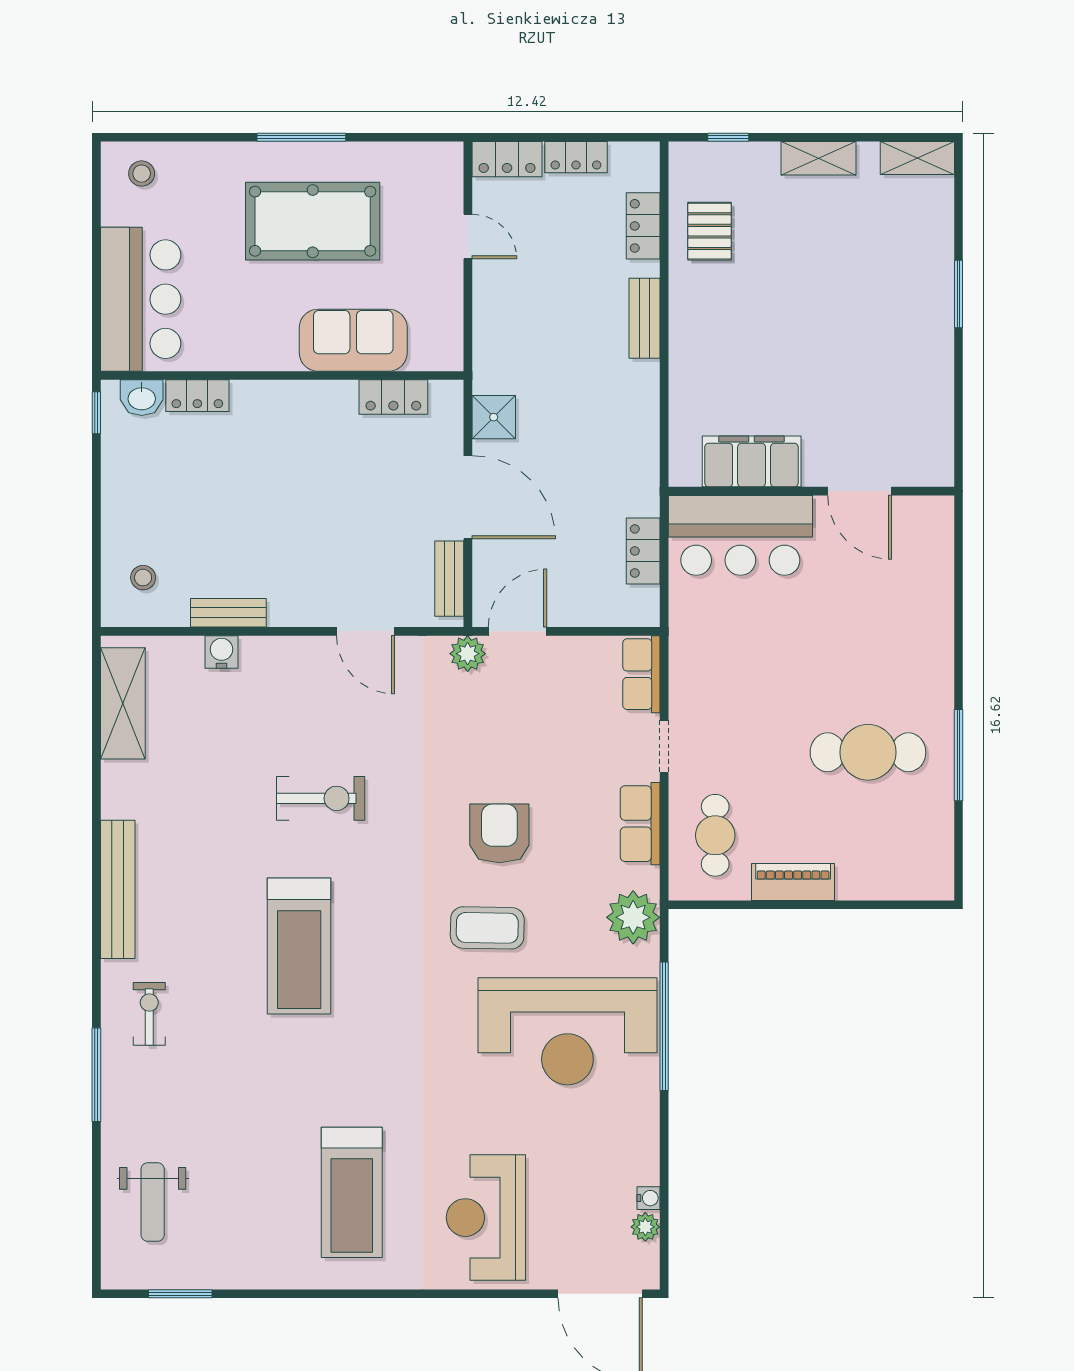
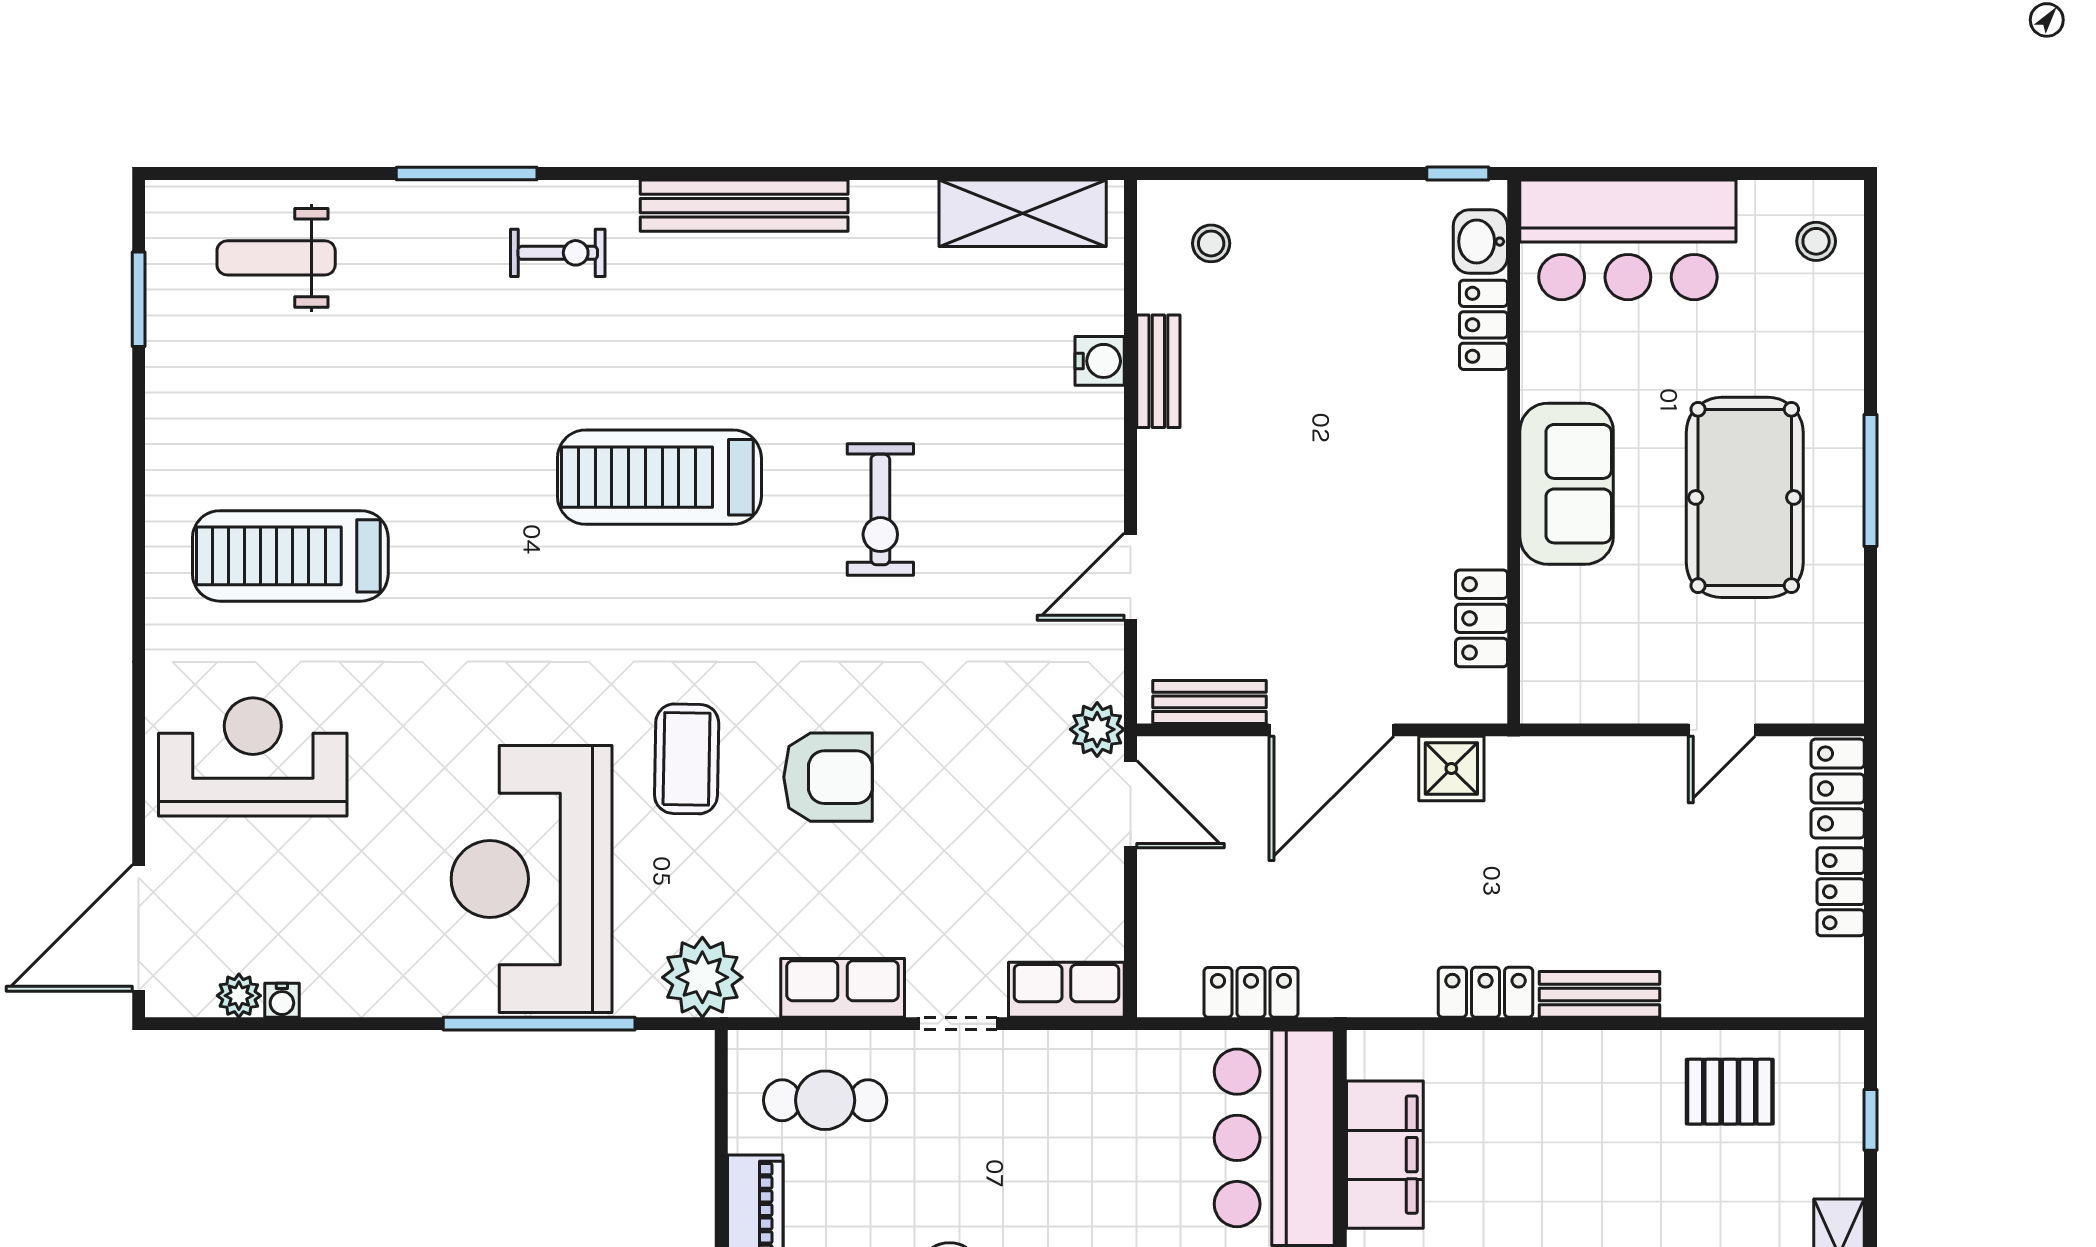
locker: (643, 226) -> (1486, 992), moved
sofa: (353, 340) -> (1567, 484), moved

